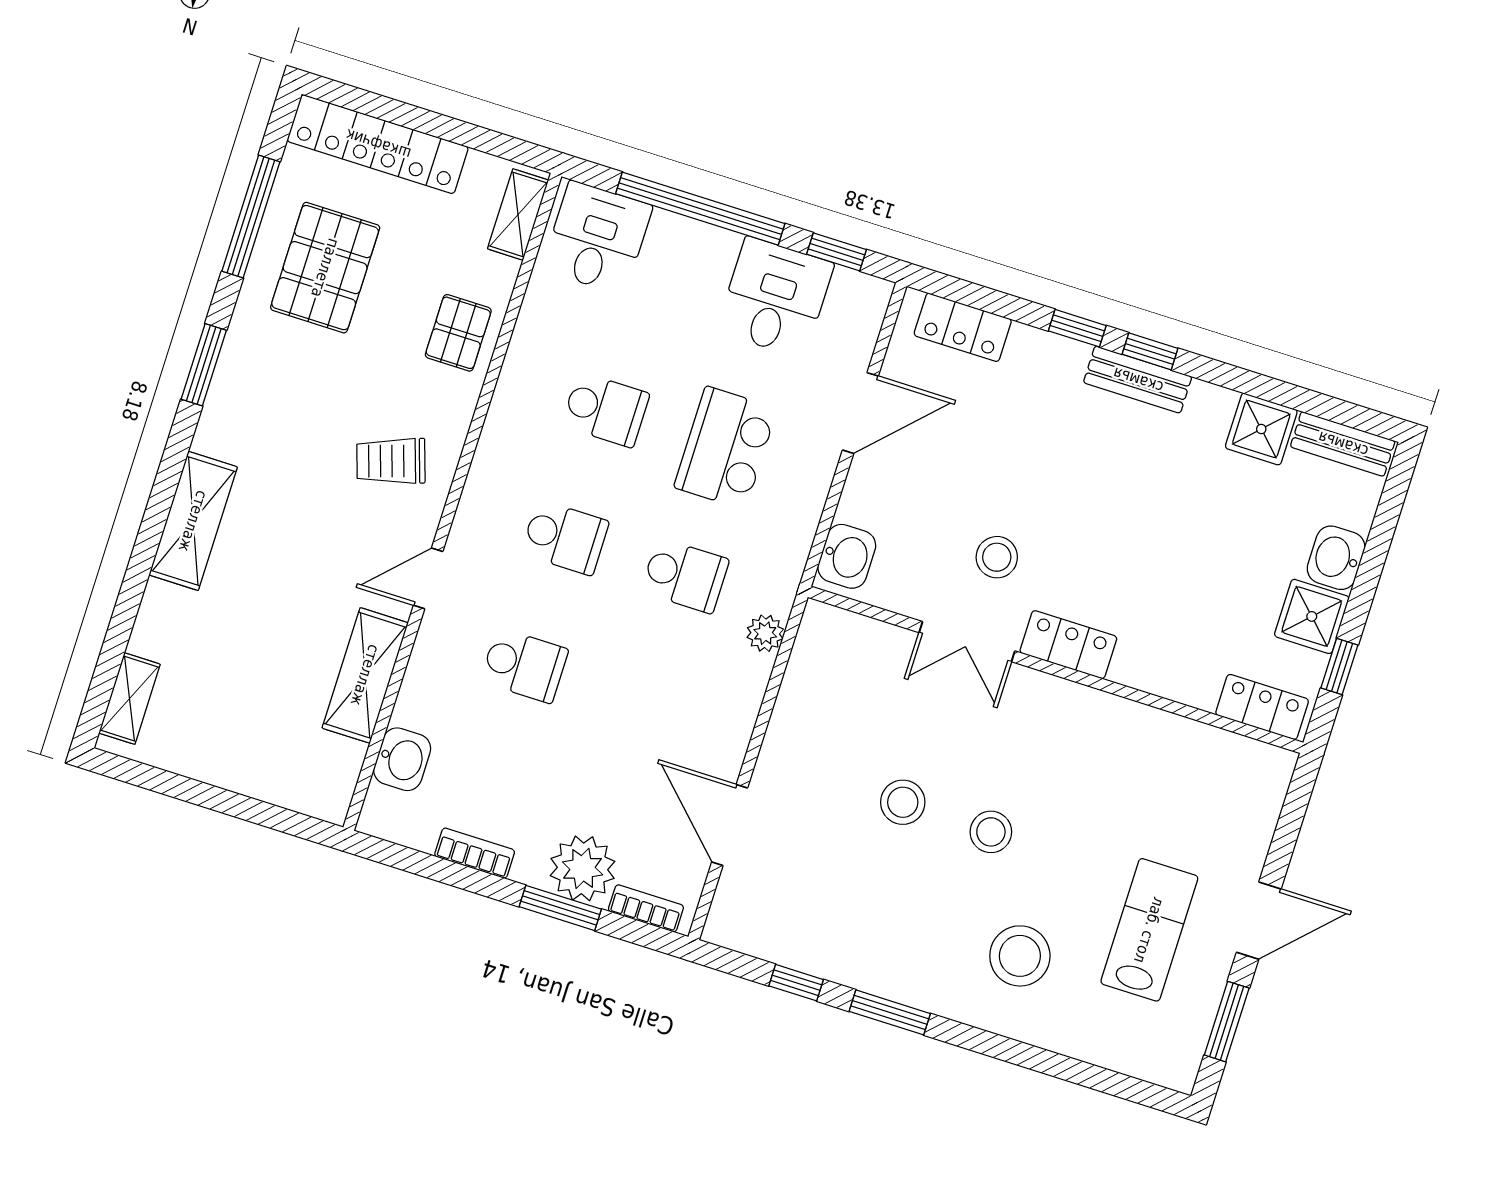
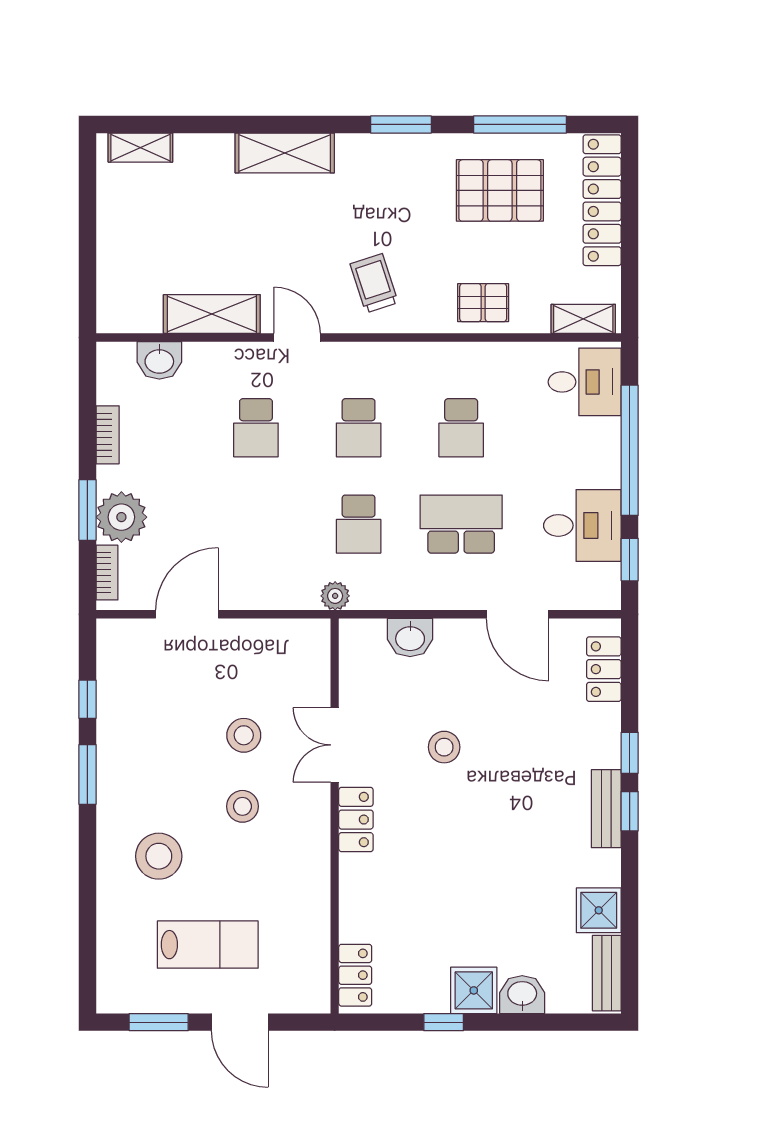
double door: (967, 642) -> (335, 745), moved
locker: (1068, 645) -> (356, 820), moved
wall: (1056, 670) -> (335, 816), moved
locker: (1262, 707) -> (355, 975), moved

